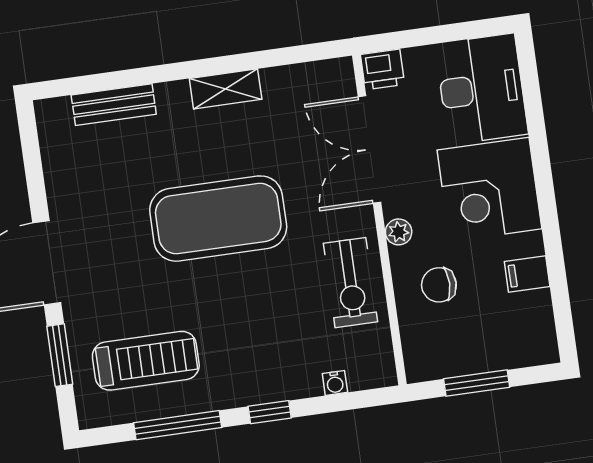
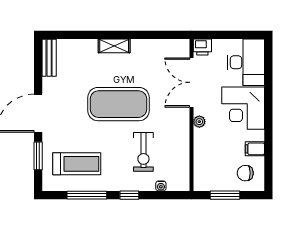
shelving: (226, 89) -> (114, 46), moved
bench: (114, 105) -> (49, 58), moved, turned 90
exercise bike: (350, 283) -> (143, 152), moved
chair: (439, 285) -> (245, 173), moved

